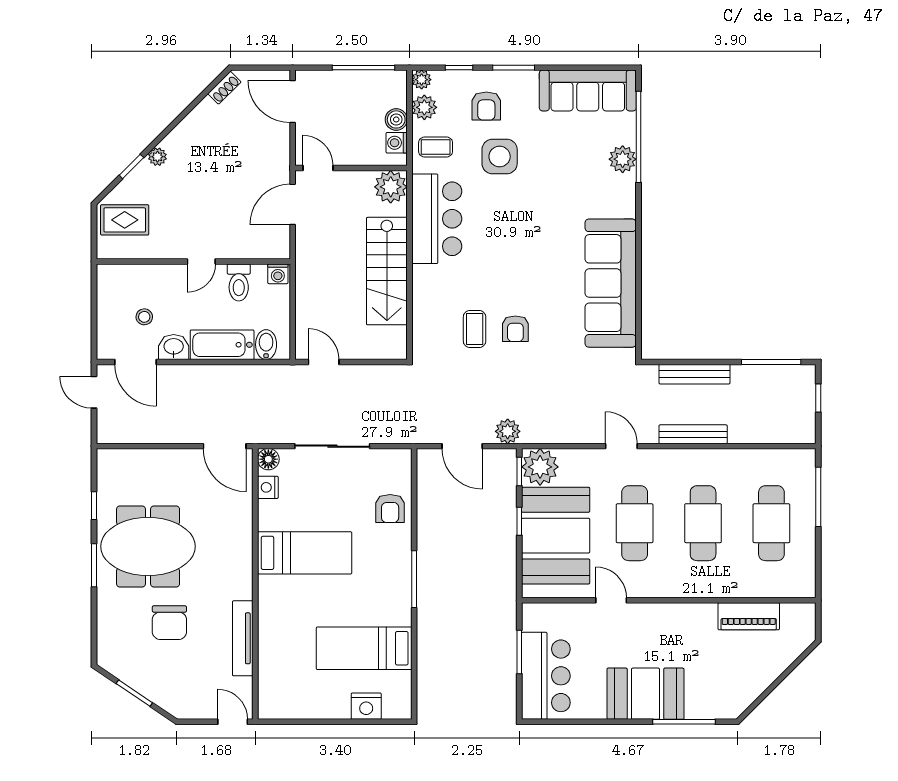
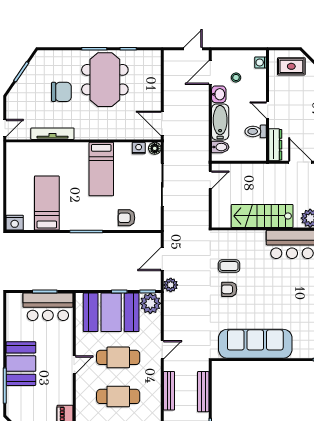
rug: (125, 220) -> (291, 66), turned 90
dresser: (262, 248) -> (275, 145), added
washing machine: (278, 274) -> (261, 62), moved
door: (225, 446) -> (162, 123), hinge flipped
door: (611, 600) -> (74, 365), moved
chair: (169, 623) -> (61, 92), turned 180
bar counter: (546, 676) -> (48, 307), moved
nightstand: (366, 706) -> (15, 223), moved, turned -90

